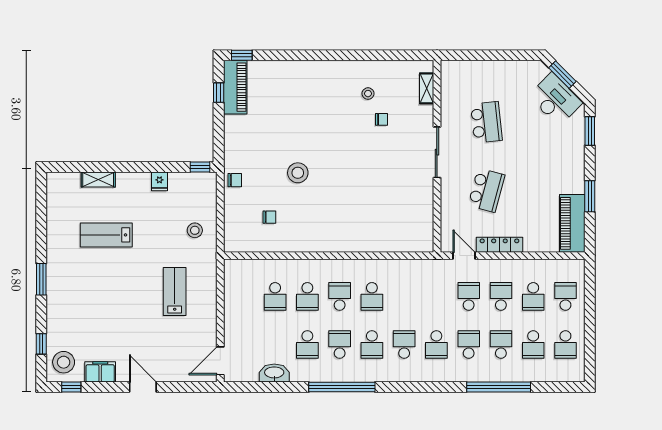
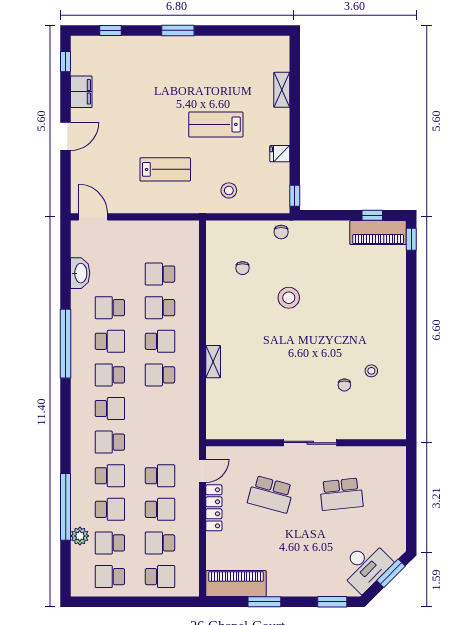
shelving: (427, 88) -> (213, 362), moved, turned 90
lab bench: (106, 235) -> (216, 124), moved, turned -90
stool: (64, 362) -> (91, 54), removed
plant: (526, 373) -> (80, 536), added

